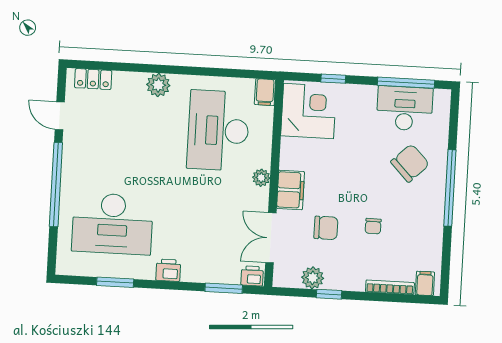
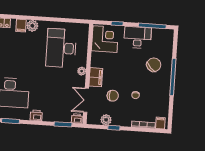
filing cabinet: (265, 92) -> (21, 26), moved
desk: (405, 108) -> (138, 37), moved

